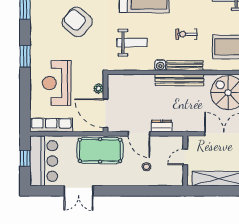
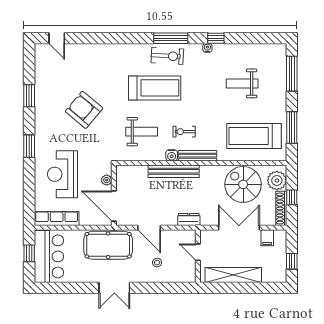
exercise bike: (186, 34) -> (184, 132), moved
bench: (179, 80) -> (174, 171), moved
dresser: (162, 126) -> (189, 220), moved
door: (185, 157) -> (198, 252), hinge flipped
double door: (79, 191) -> (114, 288), moved

